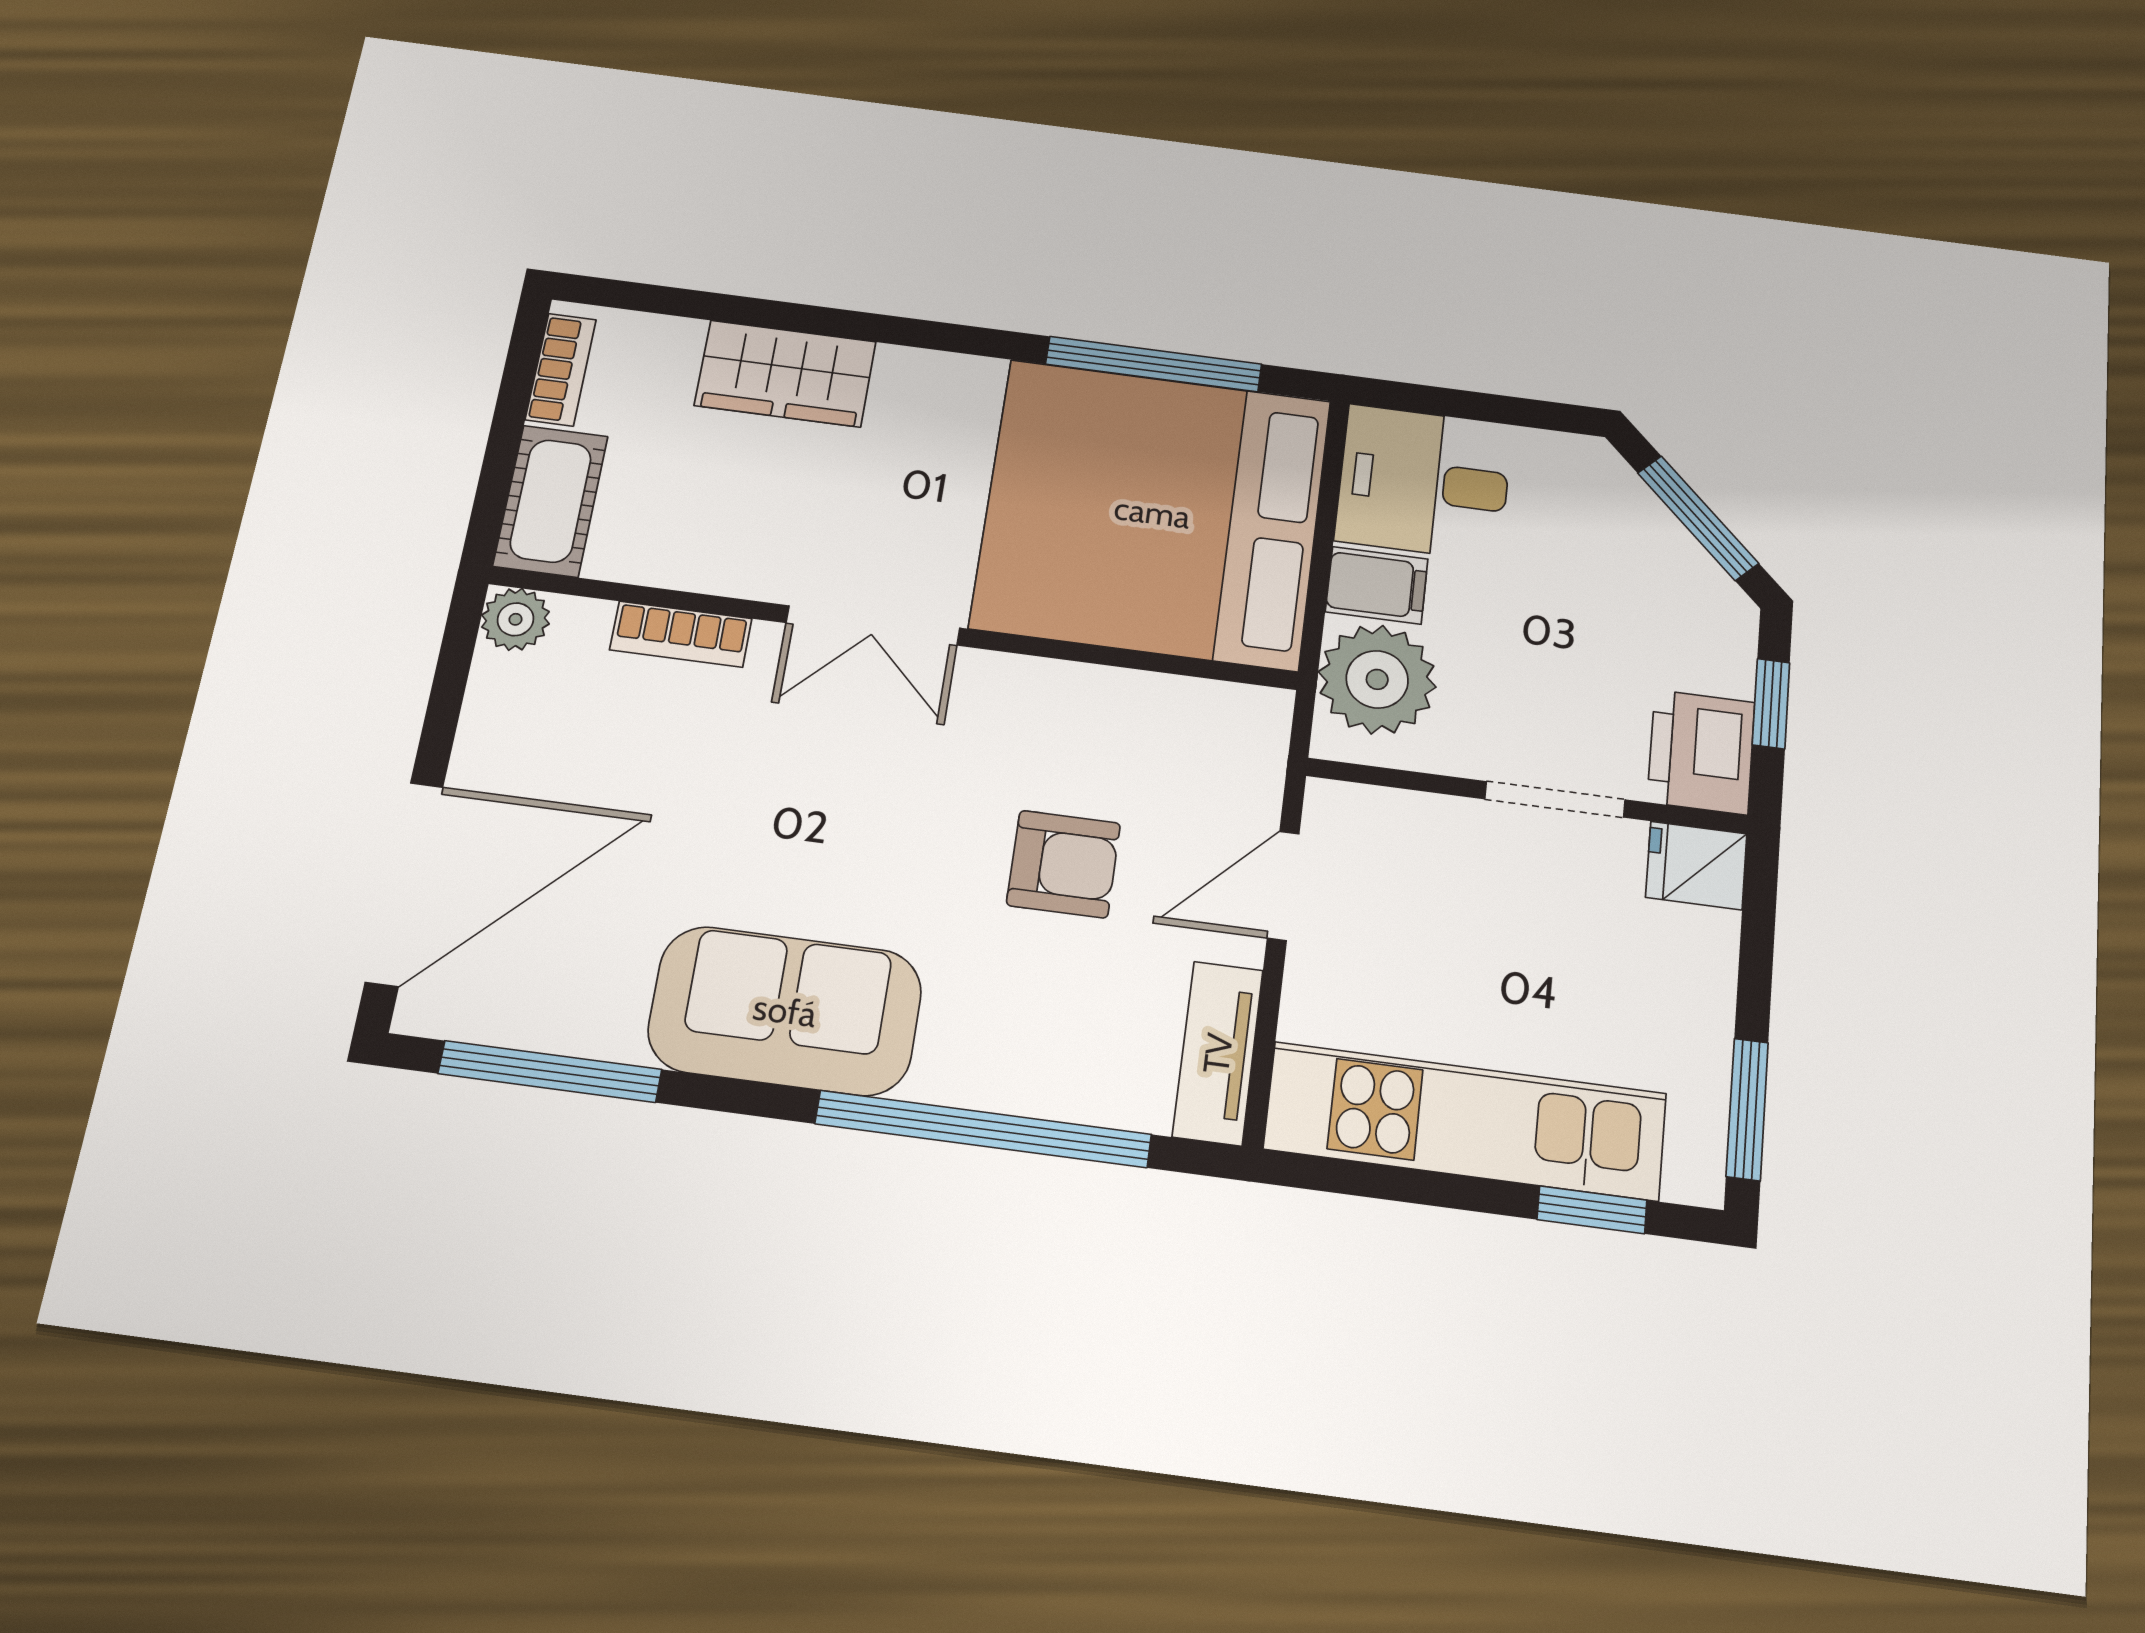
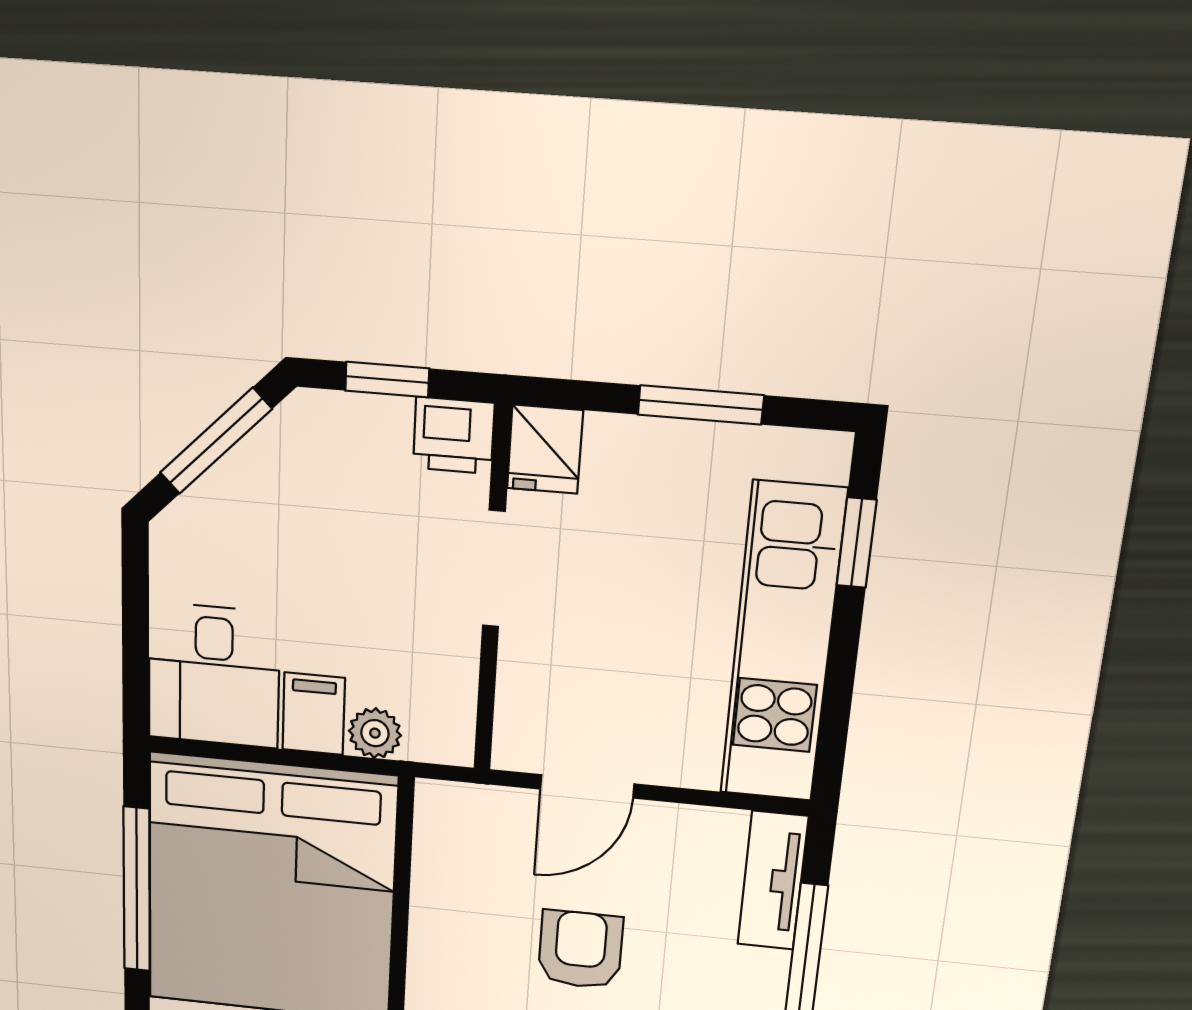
plant: (1377, 679) -> (375, 733), width x0.53, depth x0.53
printer: (1701, 752) -> (454, 435), width x0.73, depth x0.81
door: (1283, 886) -> (587, 786), hinge flipped
tv unit: (1218, 1053) -> (773, 881), moved, turned 90
window: (1747, 1109) -> (701, 405), moved

